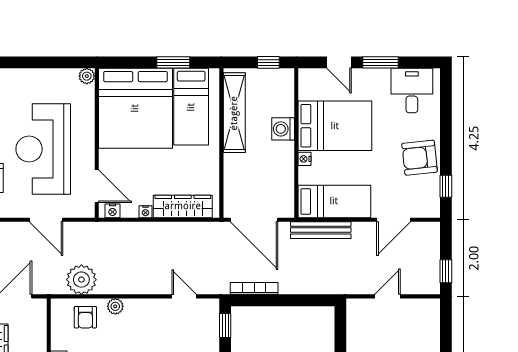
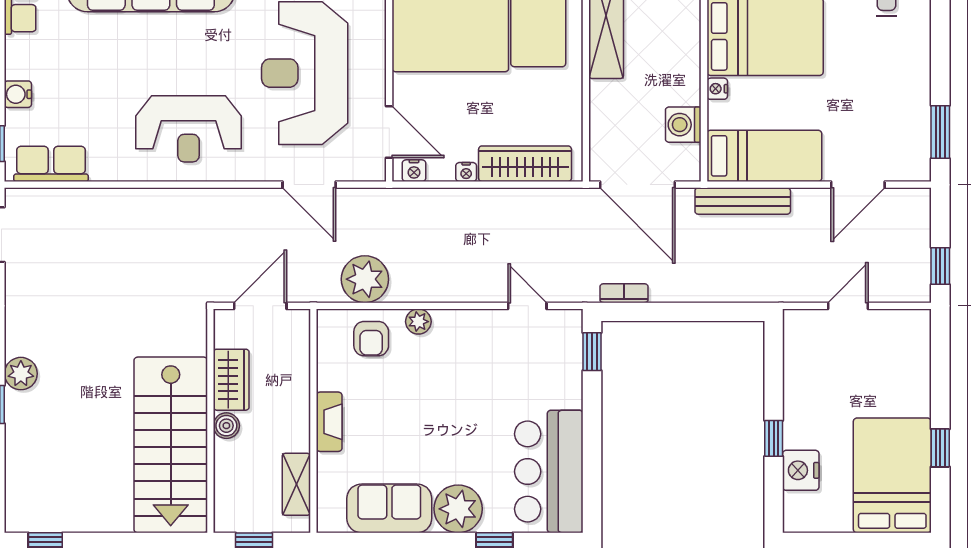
washing machine: (283, 129) -> (683, 125), moved
armchair: (420, 158) -> (899, 87), removed
window: (446, 186) -> (940, 132), width x1.50
bookcase: (254, 288) -> (624, 293), width x0.64

